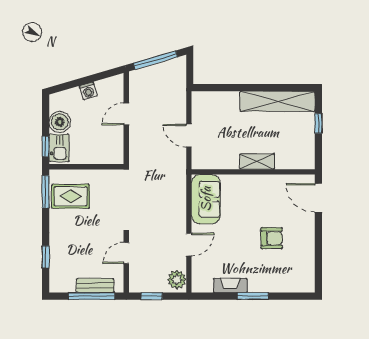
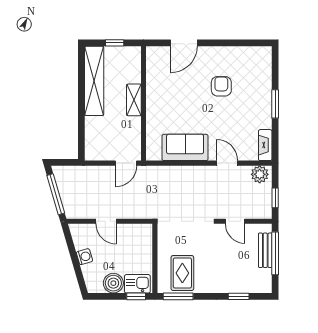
shelving: (257, 161) -> (134, 100), moved
wall: (253, 172) -> (144, 103), moved
fireplace: (230, 285) -> (265, 145), moved

